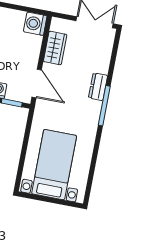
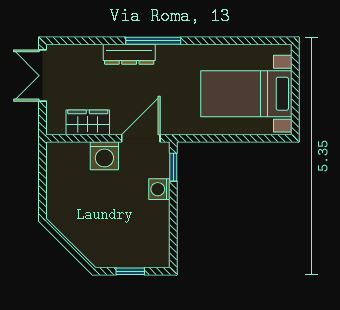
washing machine: (35, 24) -> (104, 156), moved
dresser: (98, 87) -> (129, 54), width x1.44

